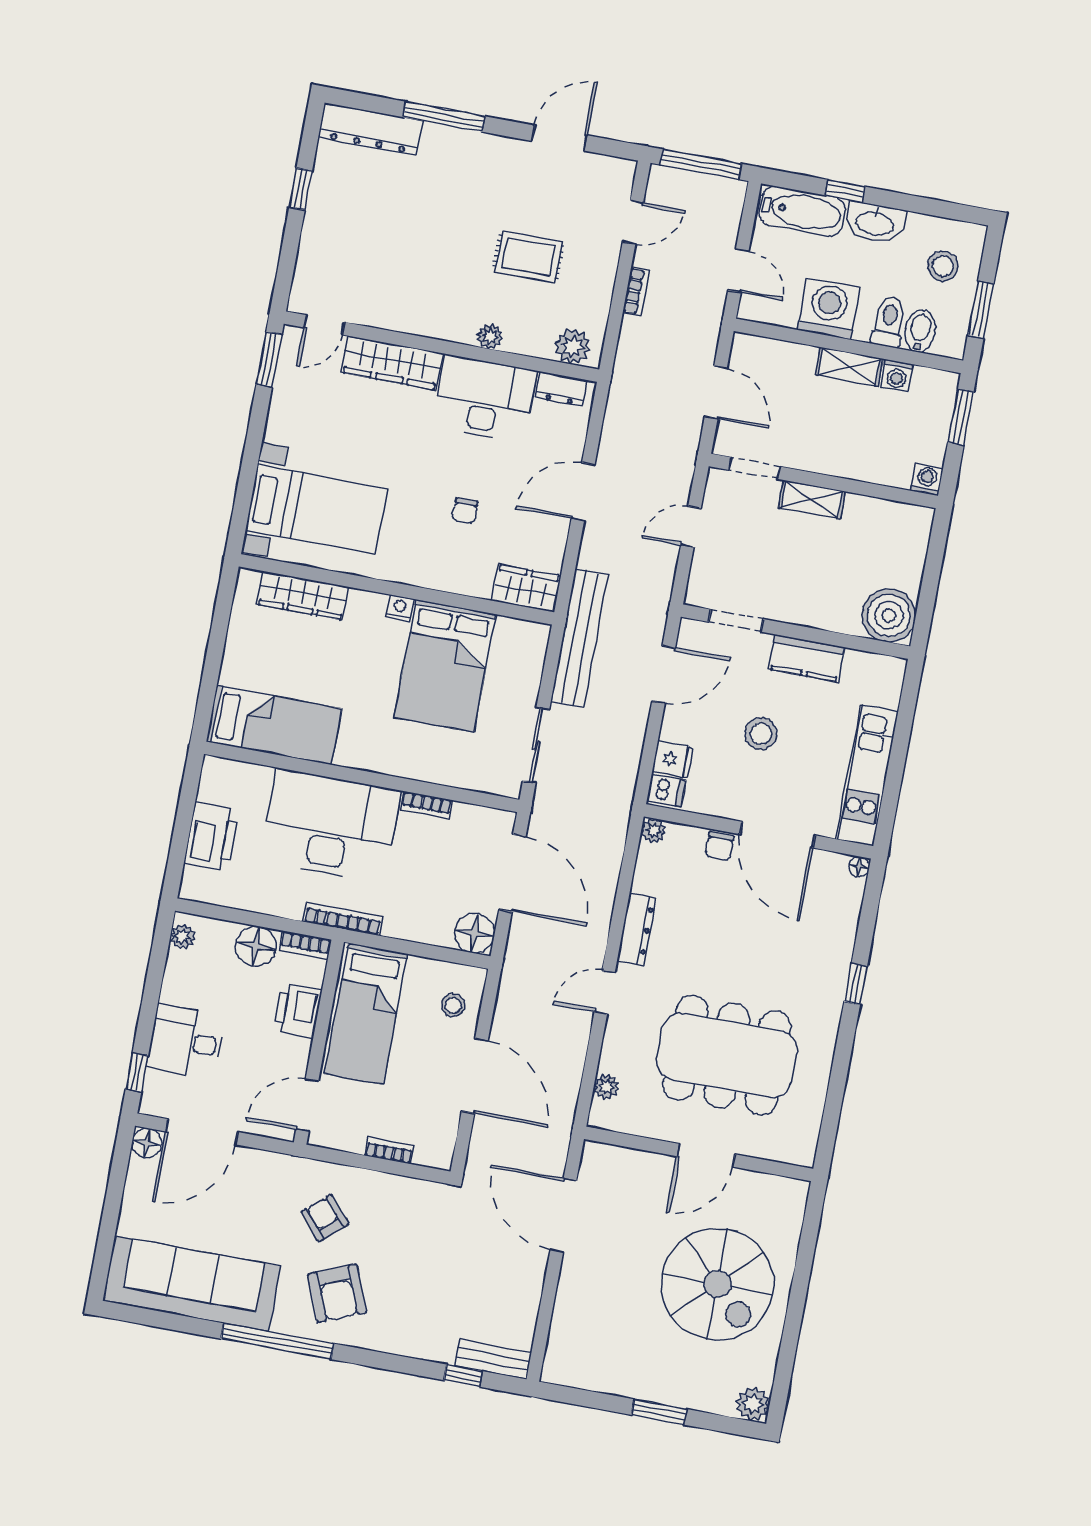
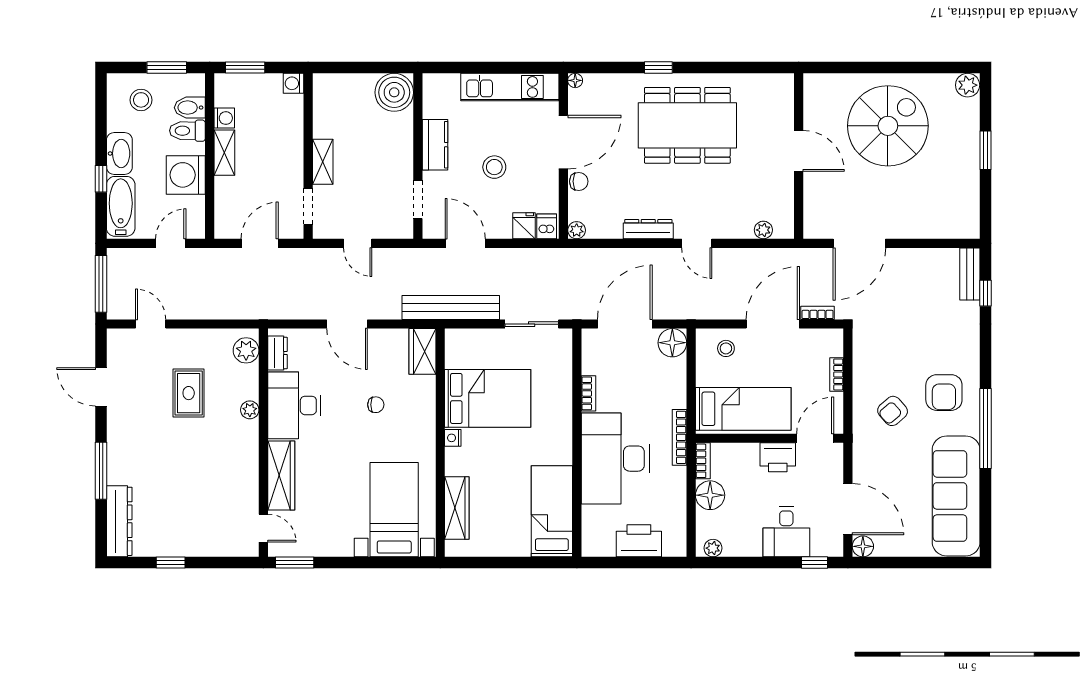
bookcase: (636, 291) -> (818, 313), moved
printer: (298, 1010) -> (778, 457), moved
dining table: (727, 1055) -> (687, 125), moved, turned 90
door: (307, 1105) -> (815, 438), swing flipped
armchair: (337, 1293) -> (944, 393), turned 112

